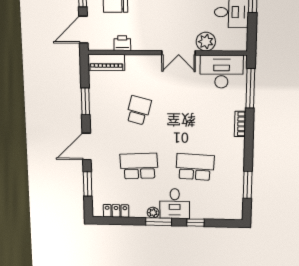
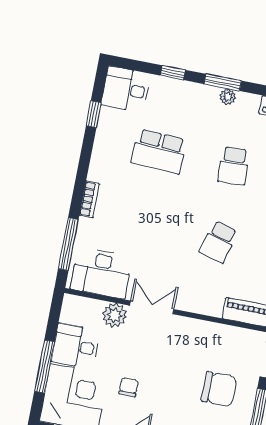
printer: (122, 43) -> (222, 333), removed
school desk: (139, 166) -> (233, 166), width x0.54
window: (248, 185) -> (94, 114), width x0.67
desk: (175, 204) -> (126, 89), moved, turned -90

